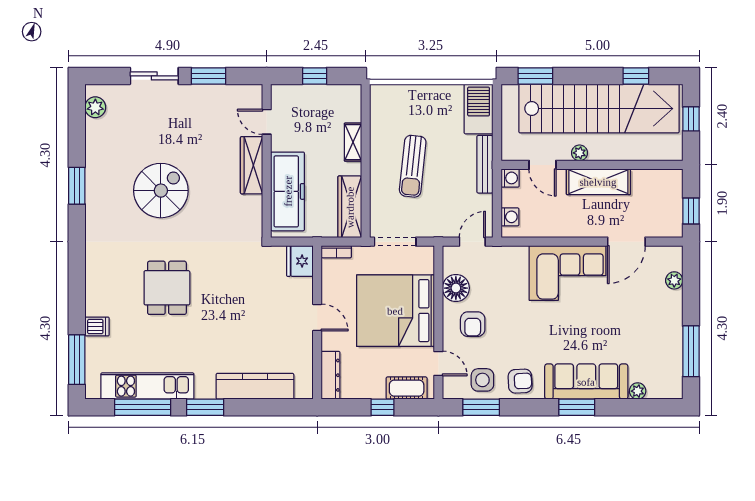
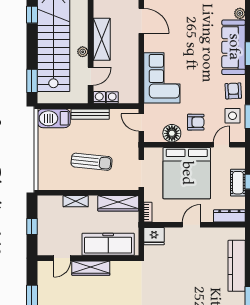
washing machine: (510, 217) -> (112, 98), moved
corner sofa: (567, 273) -> (162, 78), moved
cot: (407, 388) -> (238, 183), moved

